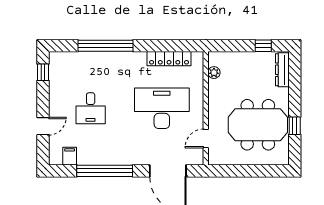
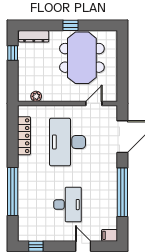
desk: (91, 108) -> (68, 205), width x1.37
window: (295, 126) -> (70, 25), moved
door: (206, 138) -> (94, 103), swing flipped
filing cabinet: (70, 156) -> (110, 235), moved

